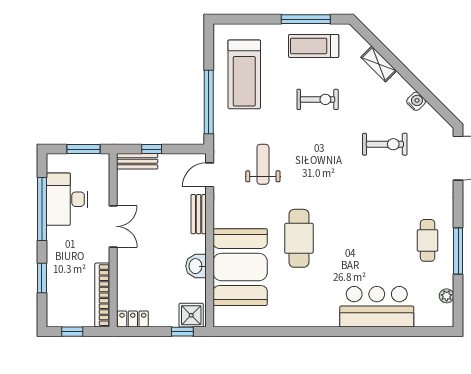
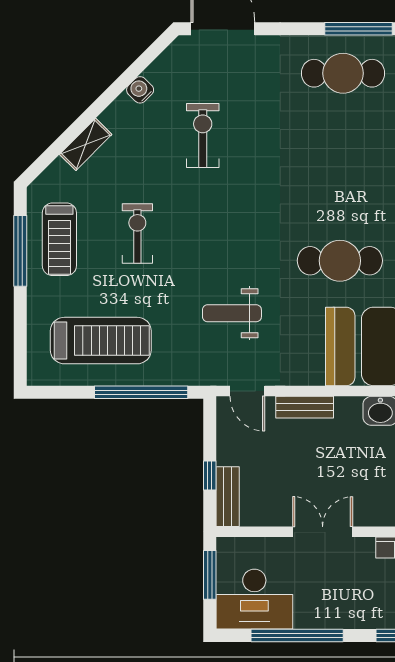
desk: (67, 199) -> (254, 599), moved
cafe table: (428, 240) -> (343, 73), width x1.37, depth x1.35

